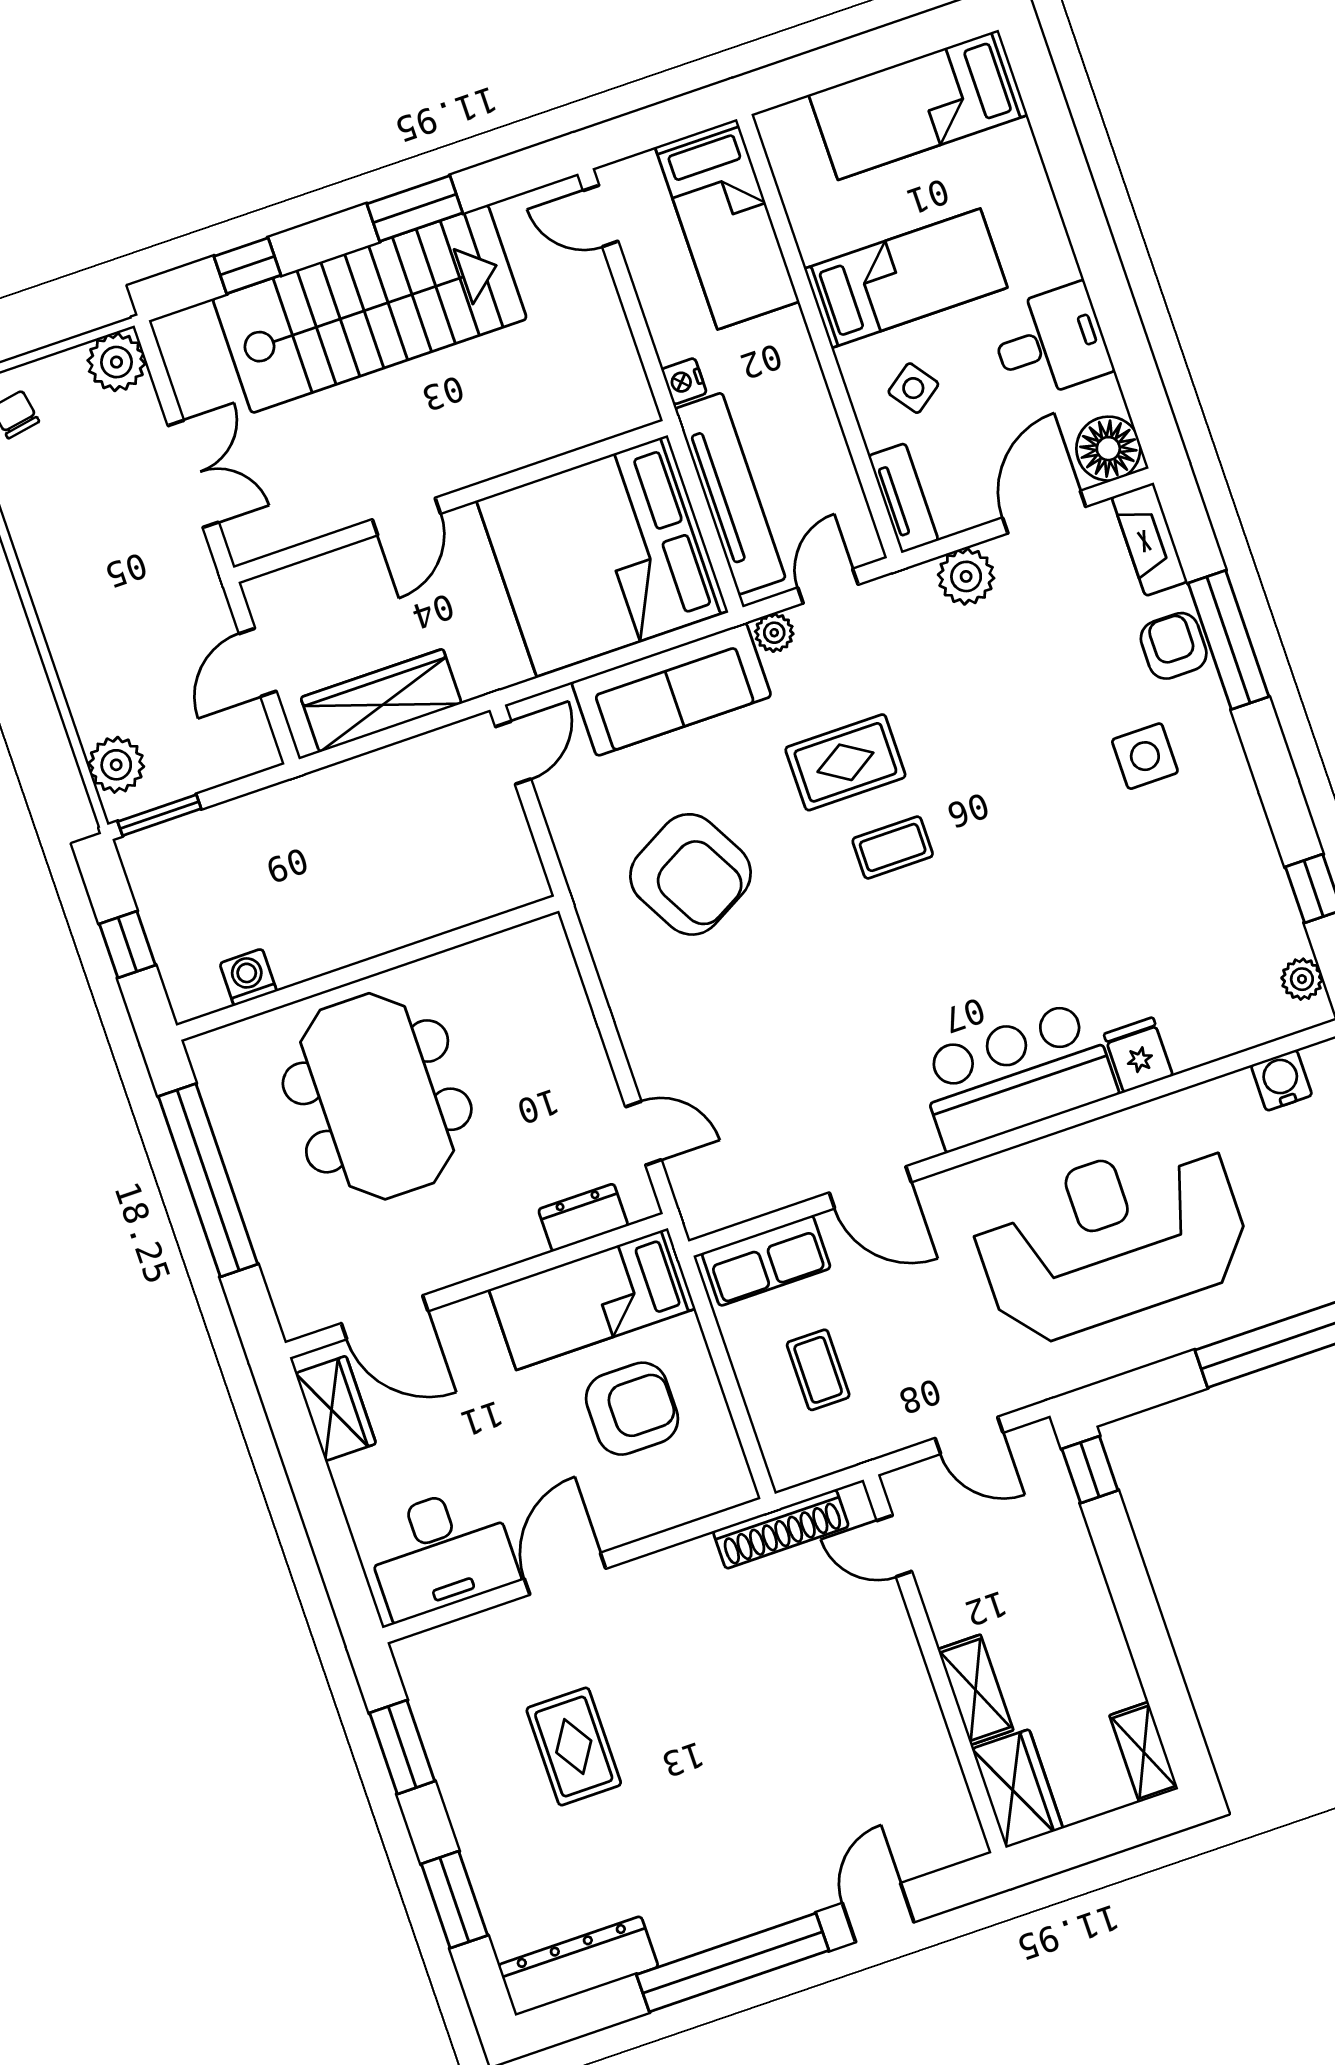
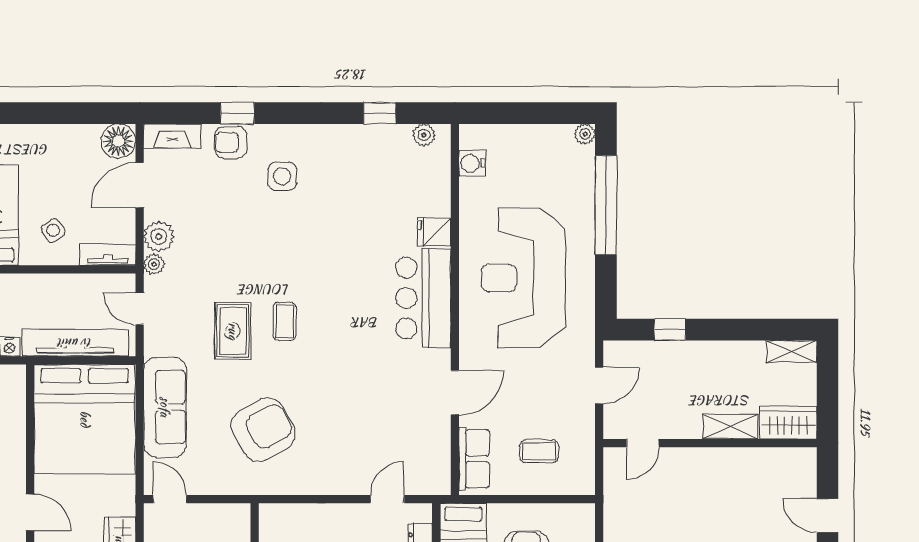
desk: (1050, 342) -> (54, 152), removed
door: (1044, 512) -> (140, 185), hinge flipped
plant: (774, 633) -> (154, 264), moved
window: (1229, 640) -> (237, 113), width x0.46
window: (1090, 1470) -> (670, 330), moved
shoe rack: (781, 1529) -> (614, 498), removed

